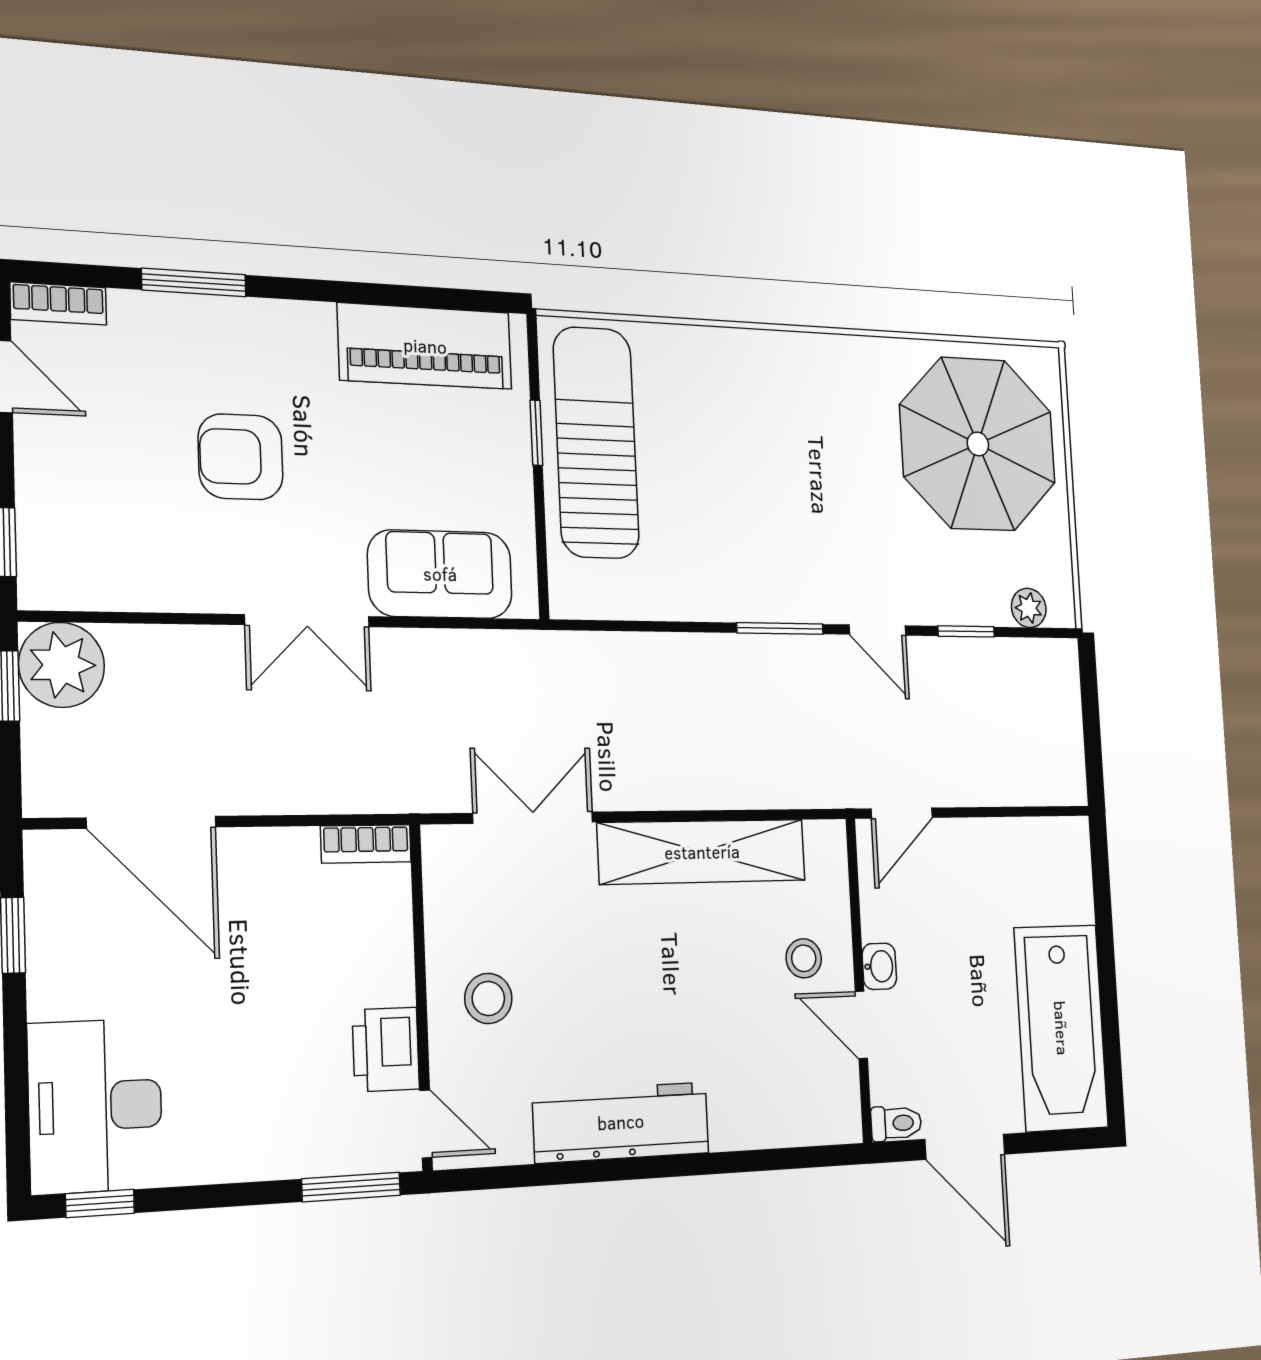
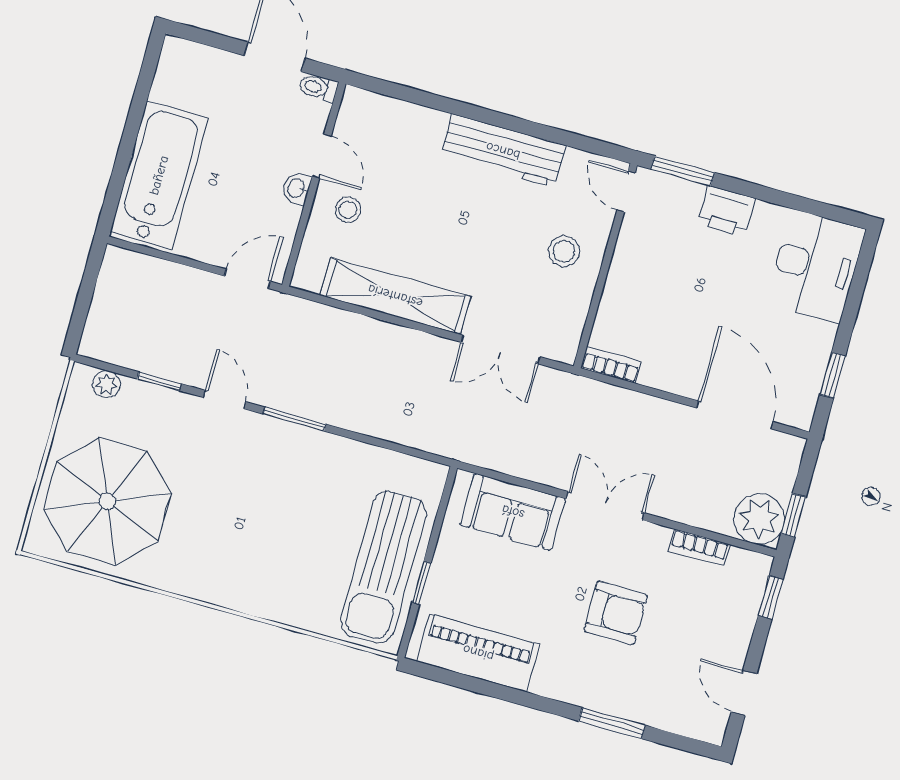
bookcase: (58, 304) -> (699, 547), moved, turned 180
bathtub: (1061, 1028) -> (159, 175), moved
printer: (386, 1049) -> (726, 211), moved, turned 90
window: (100, 1204) -> (830, 212), removed

